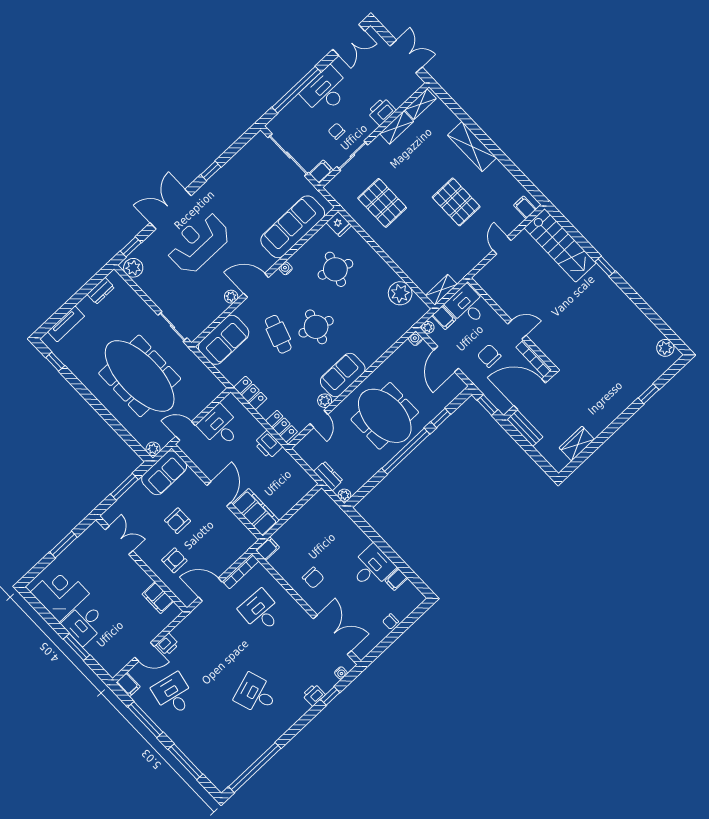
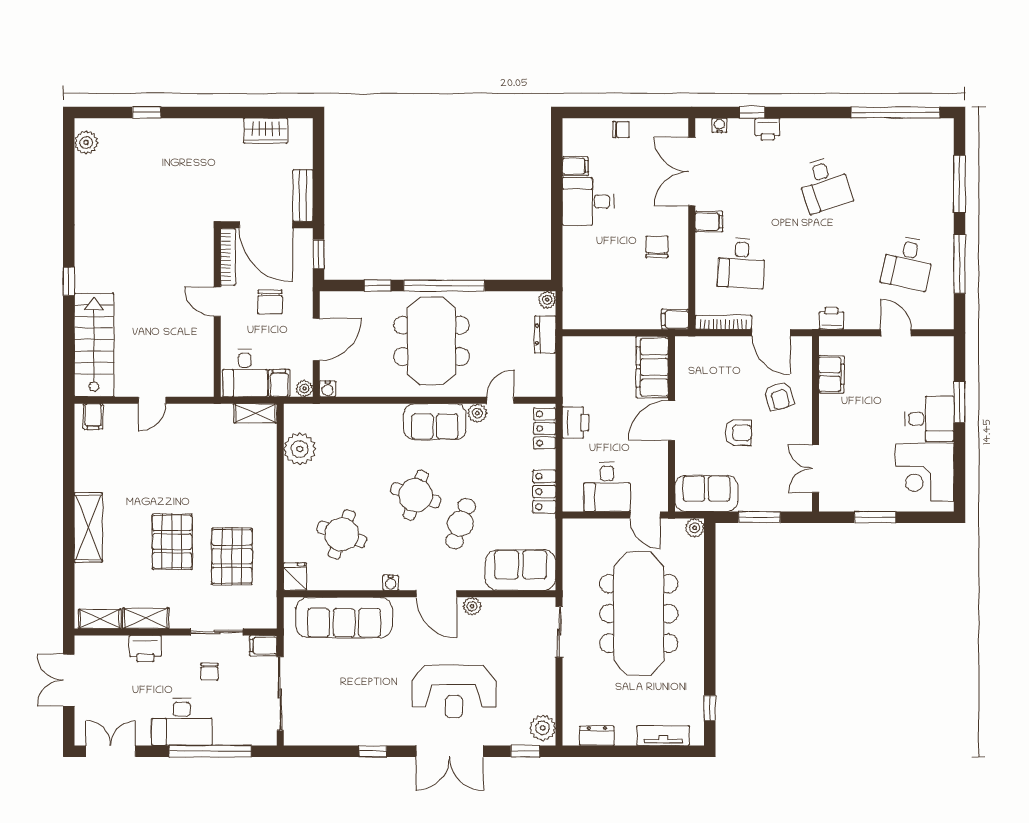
pallet: (456, 202) -> (172, 542), moved
armchair: (174, 560) -> (779, 396), turned -107
printer: (168, 644) -> (831, 318), moved
filing cabinet: (128, 685) -> (709, 222), moved, turned 90

